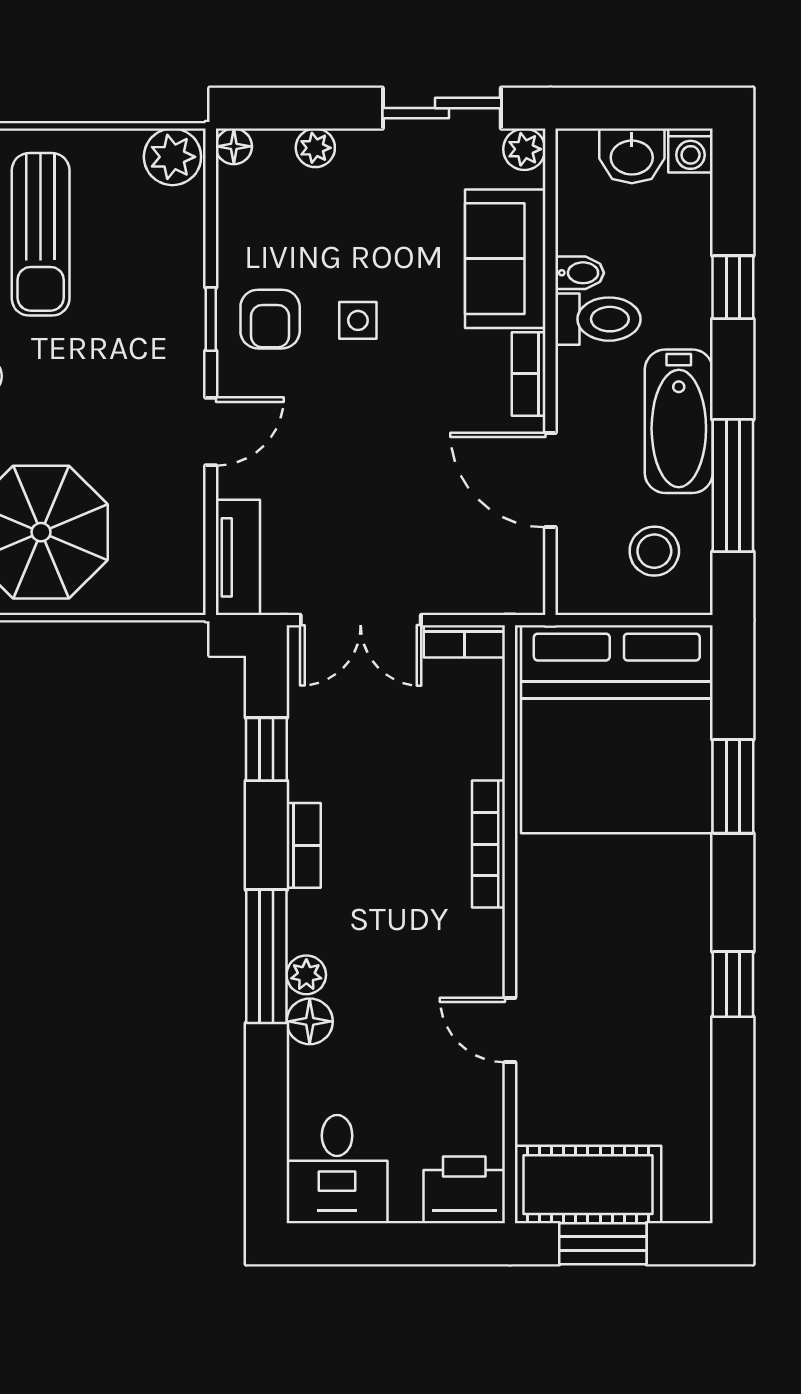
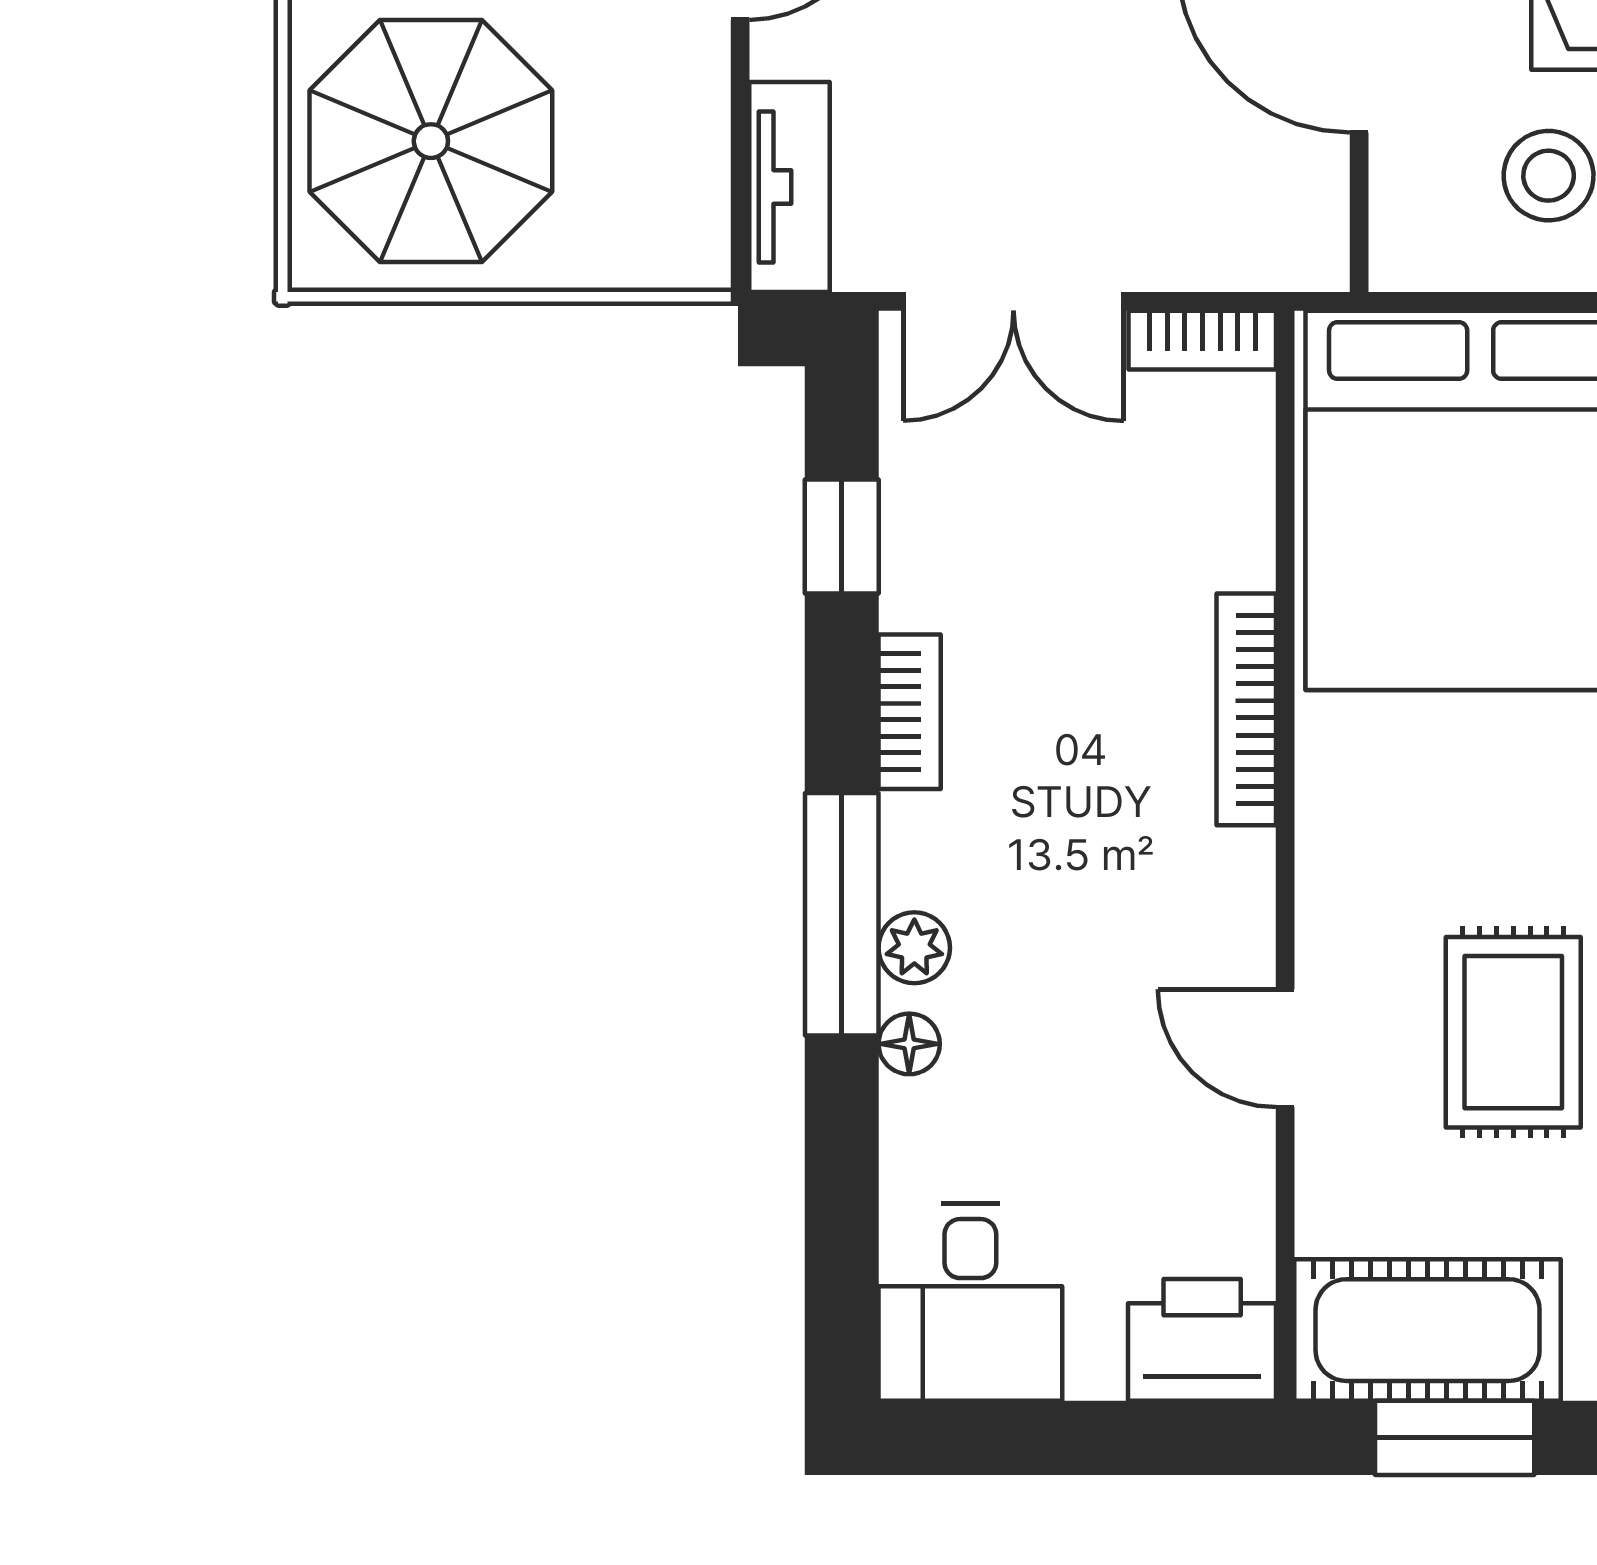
floor lamp: (310, 1021) -> (909, 1044), width x0.73, depth x0.73
rug: (635, 1021) -> (1513, 1032), added

